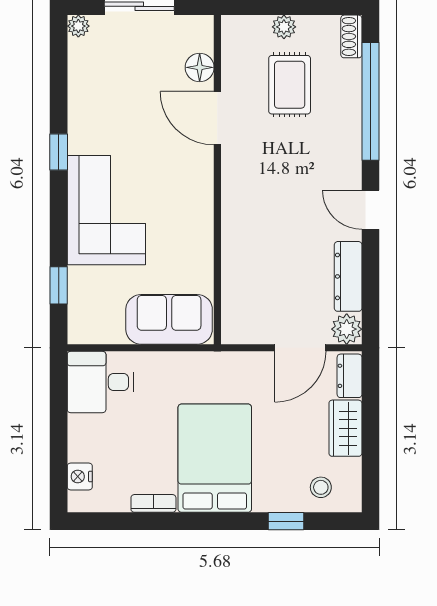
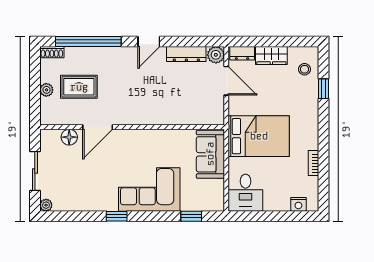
bed: (215, 458) -> (259, 136), moved, turned 180

